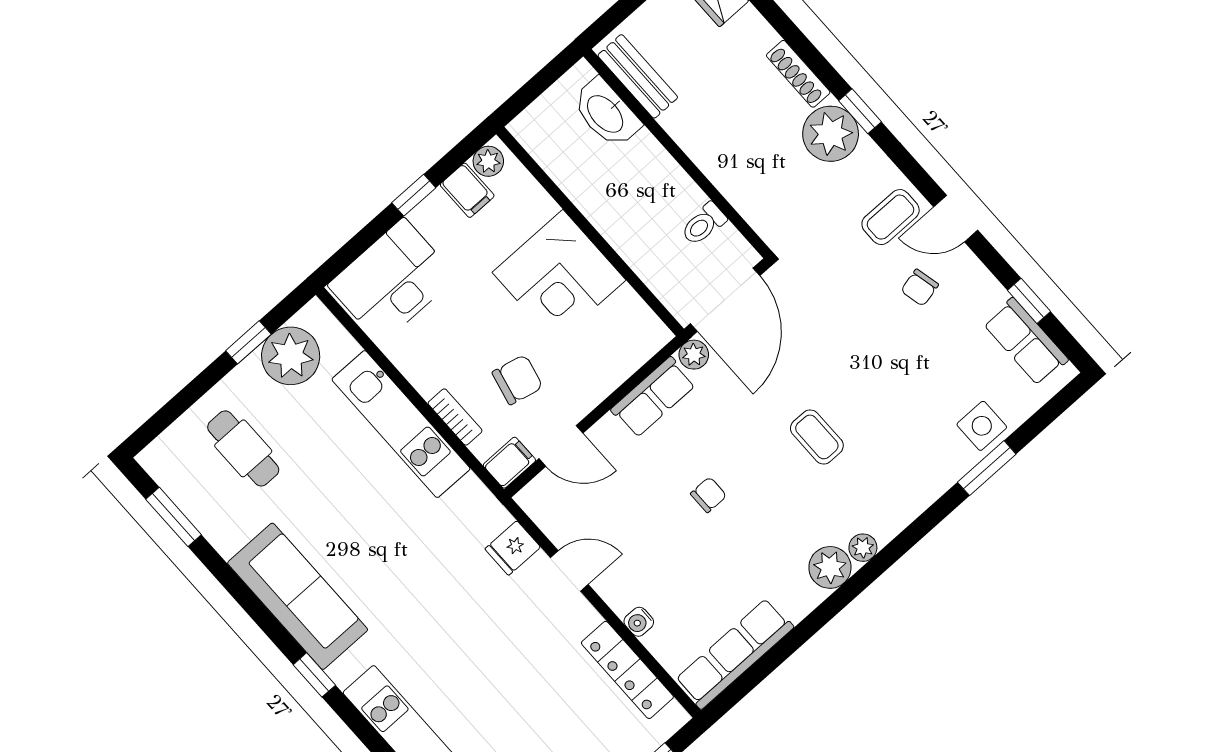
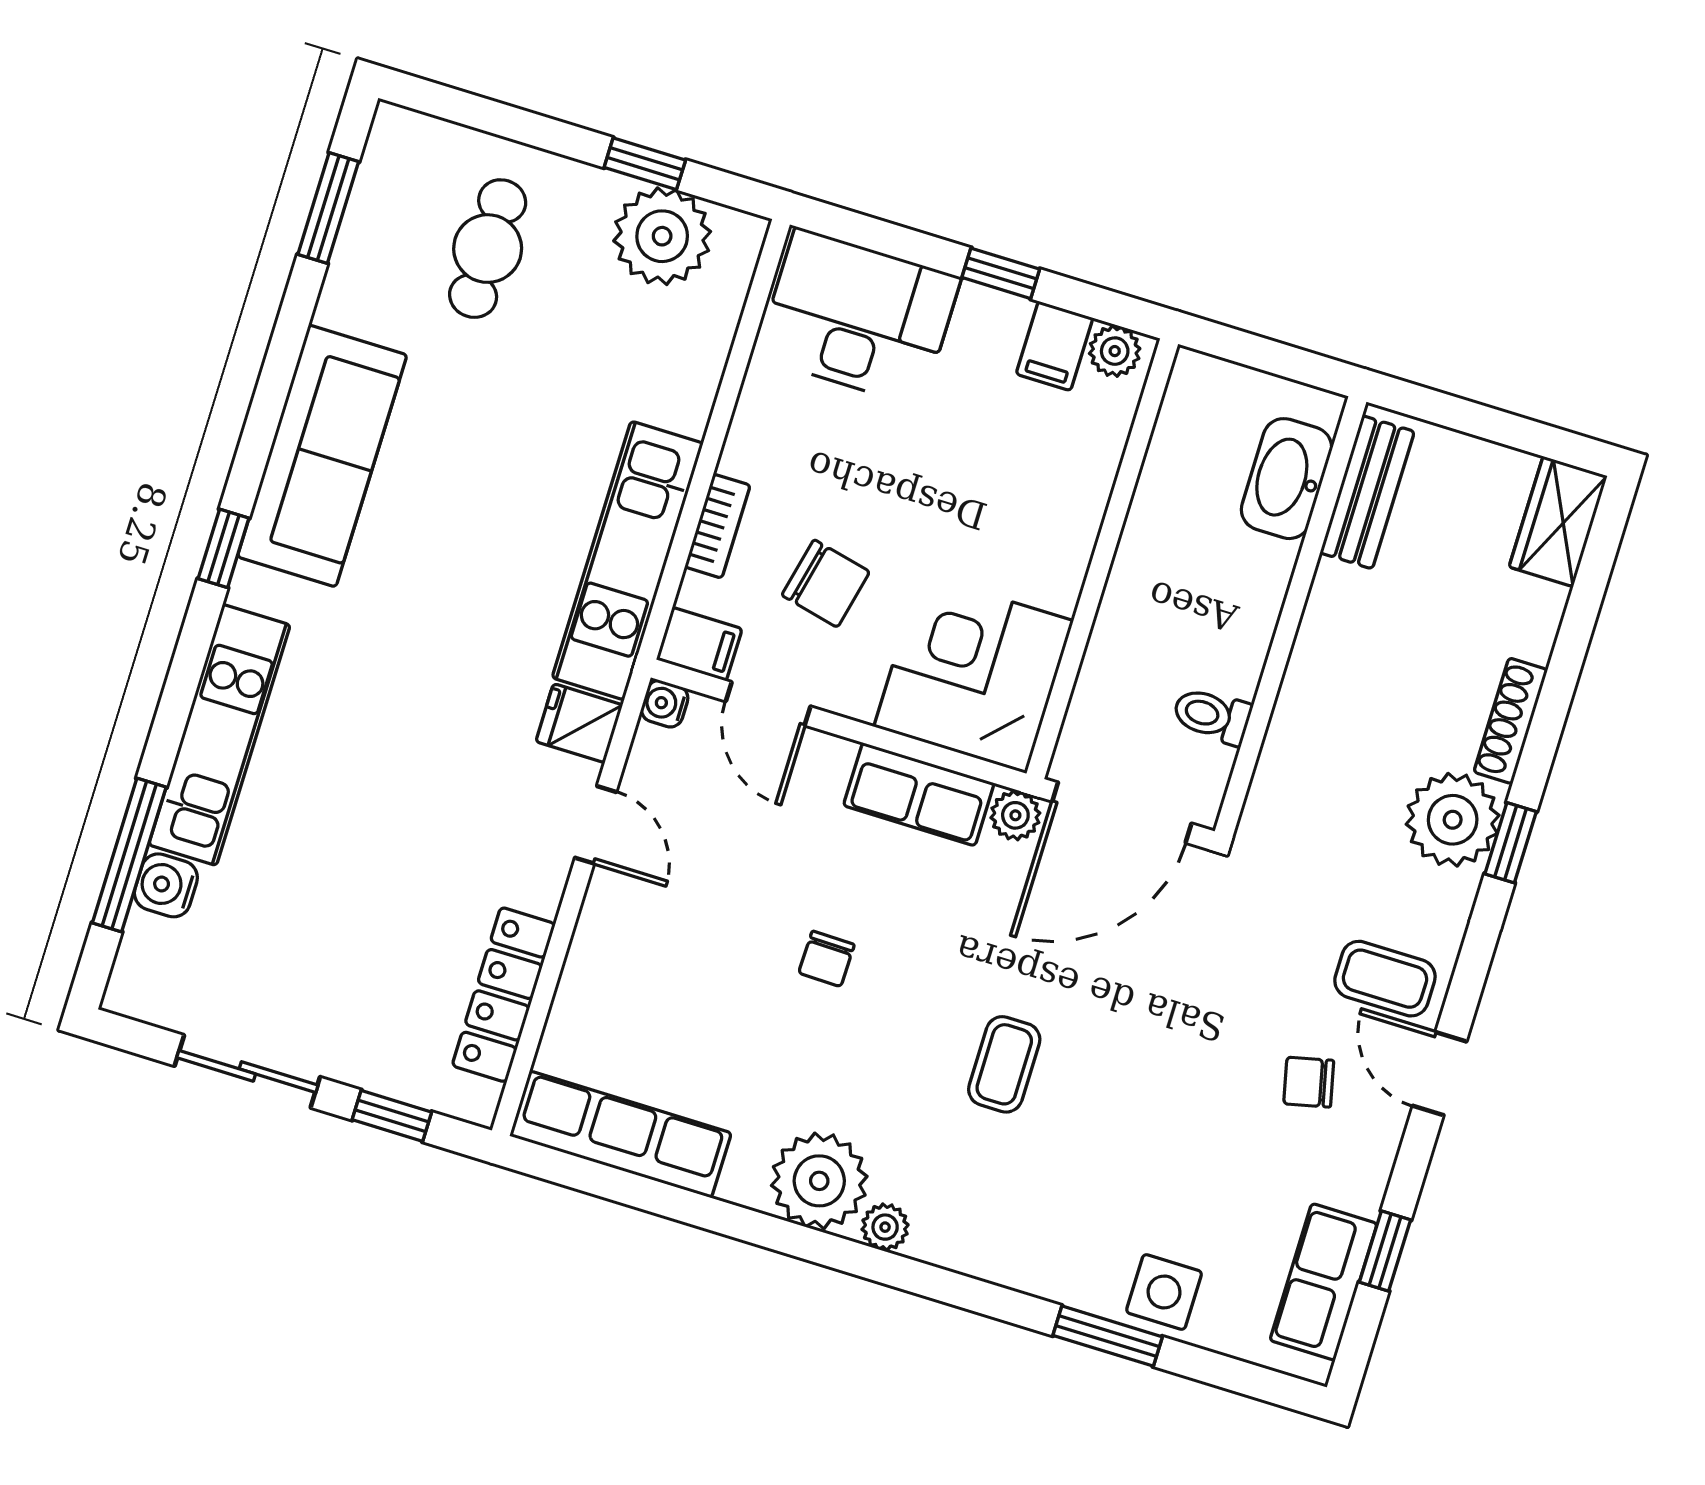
corner desk: (559, 276) -> (974, 674), moved, turned 90
kitchen unit: (401, 424) -> (628, 561), moved
chair: (709, 495) -> (827, 959), turned 91
plant: (830, 567) -> (819, 1181), width x1.36, depth x1.36
water cooler: (639, 622) -> (665, 704), moved

